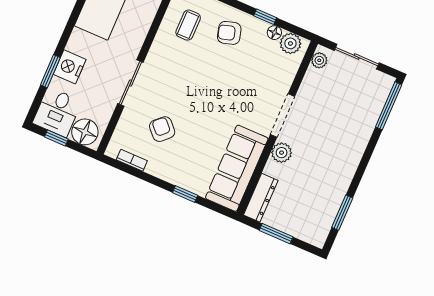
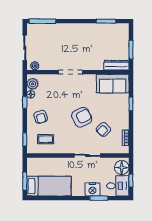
armchair: (199, 102) -> (82, 117), added
plant: (282, 153) -> (89, 65), removed
sofa: (237, 168) -> (113, 84), width x0.73

